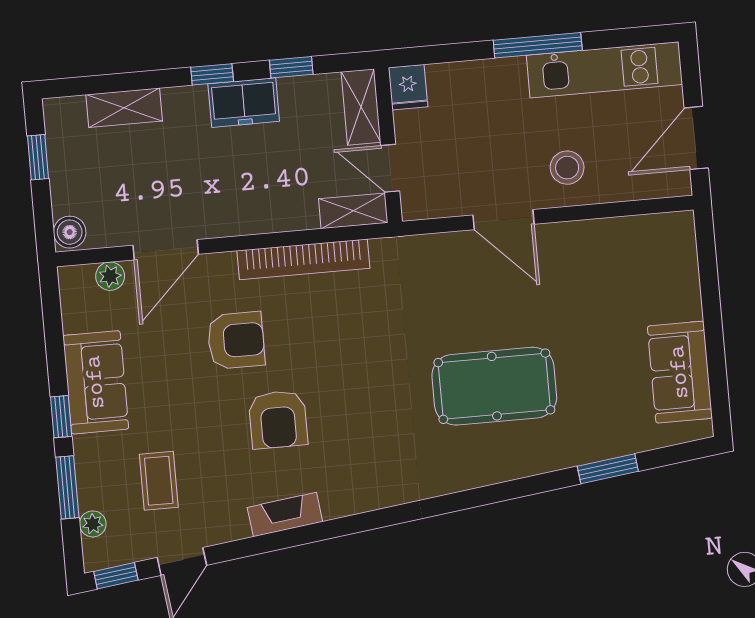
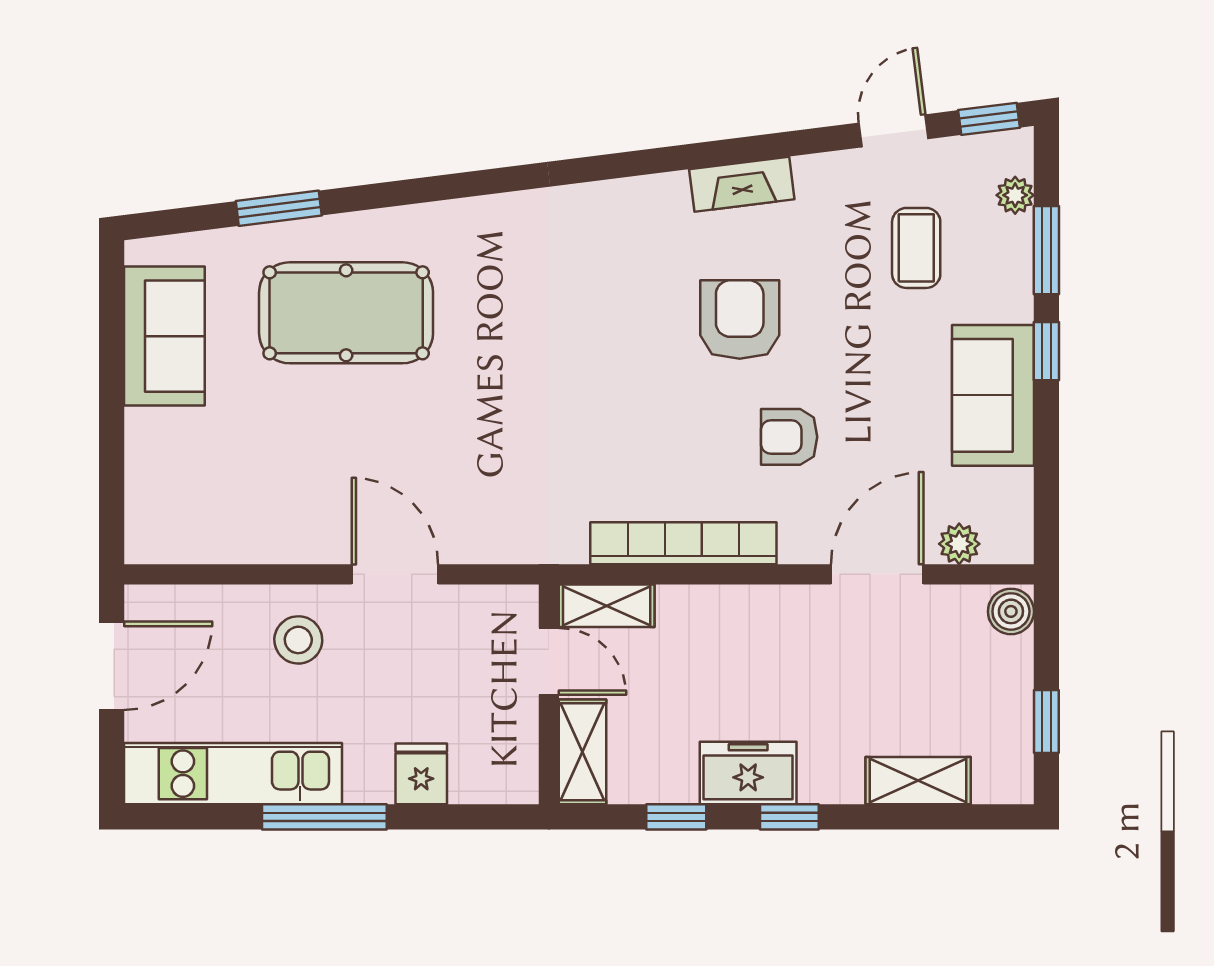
fridge: (408, 87) -> (421, 774), moved
armchair: (236, 340) -> (789, 437), width x0.72, depth x0.72
pool table: (494, 386) -> (346, 313), moved

